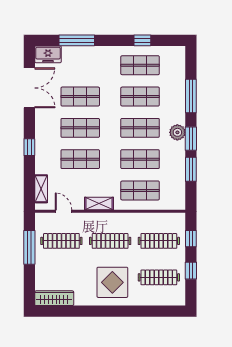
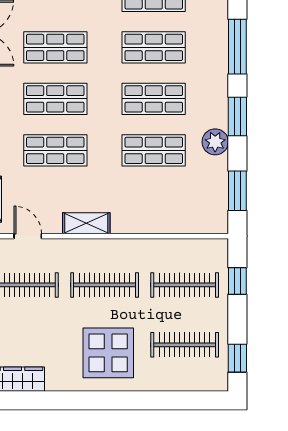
plant: (177, 132) -> (215, 142), moved
window: (191, 169) -> (237, 191), moved
shop shelf: (140, 190) -> (154, 202), removed
window: (191, 271) -> (237, 358), moved

